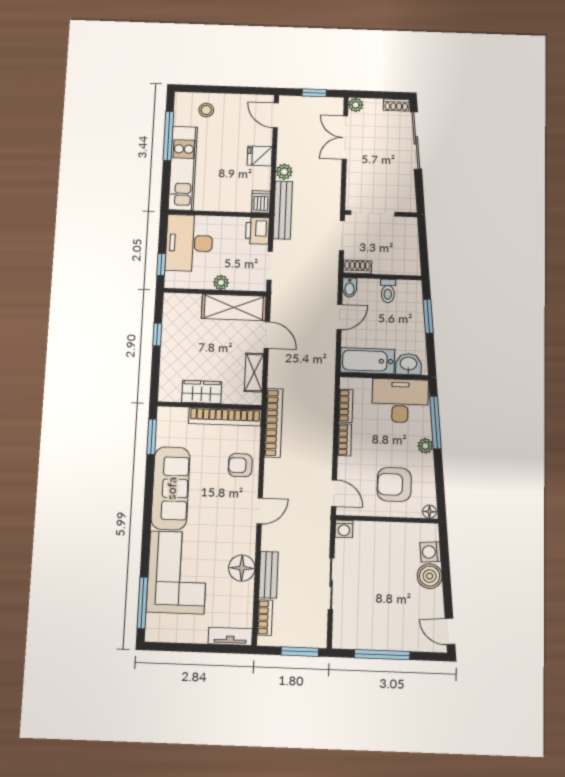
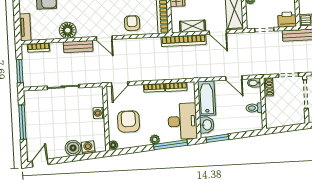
window: (428, 316) -> (217, 138), moved
door: (267, 335) -> (218, 32), hinge flipped
bookcase: (274, 423) -> (184, 41), moved
washing machine: (344, 529) -> (99, 113), moved
bench: (268, 575) -> (78, 47), moved

